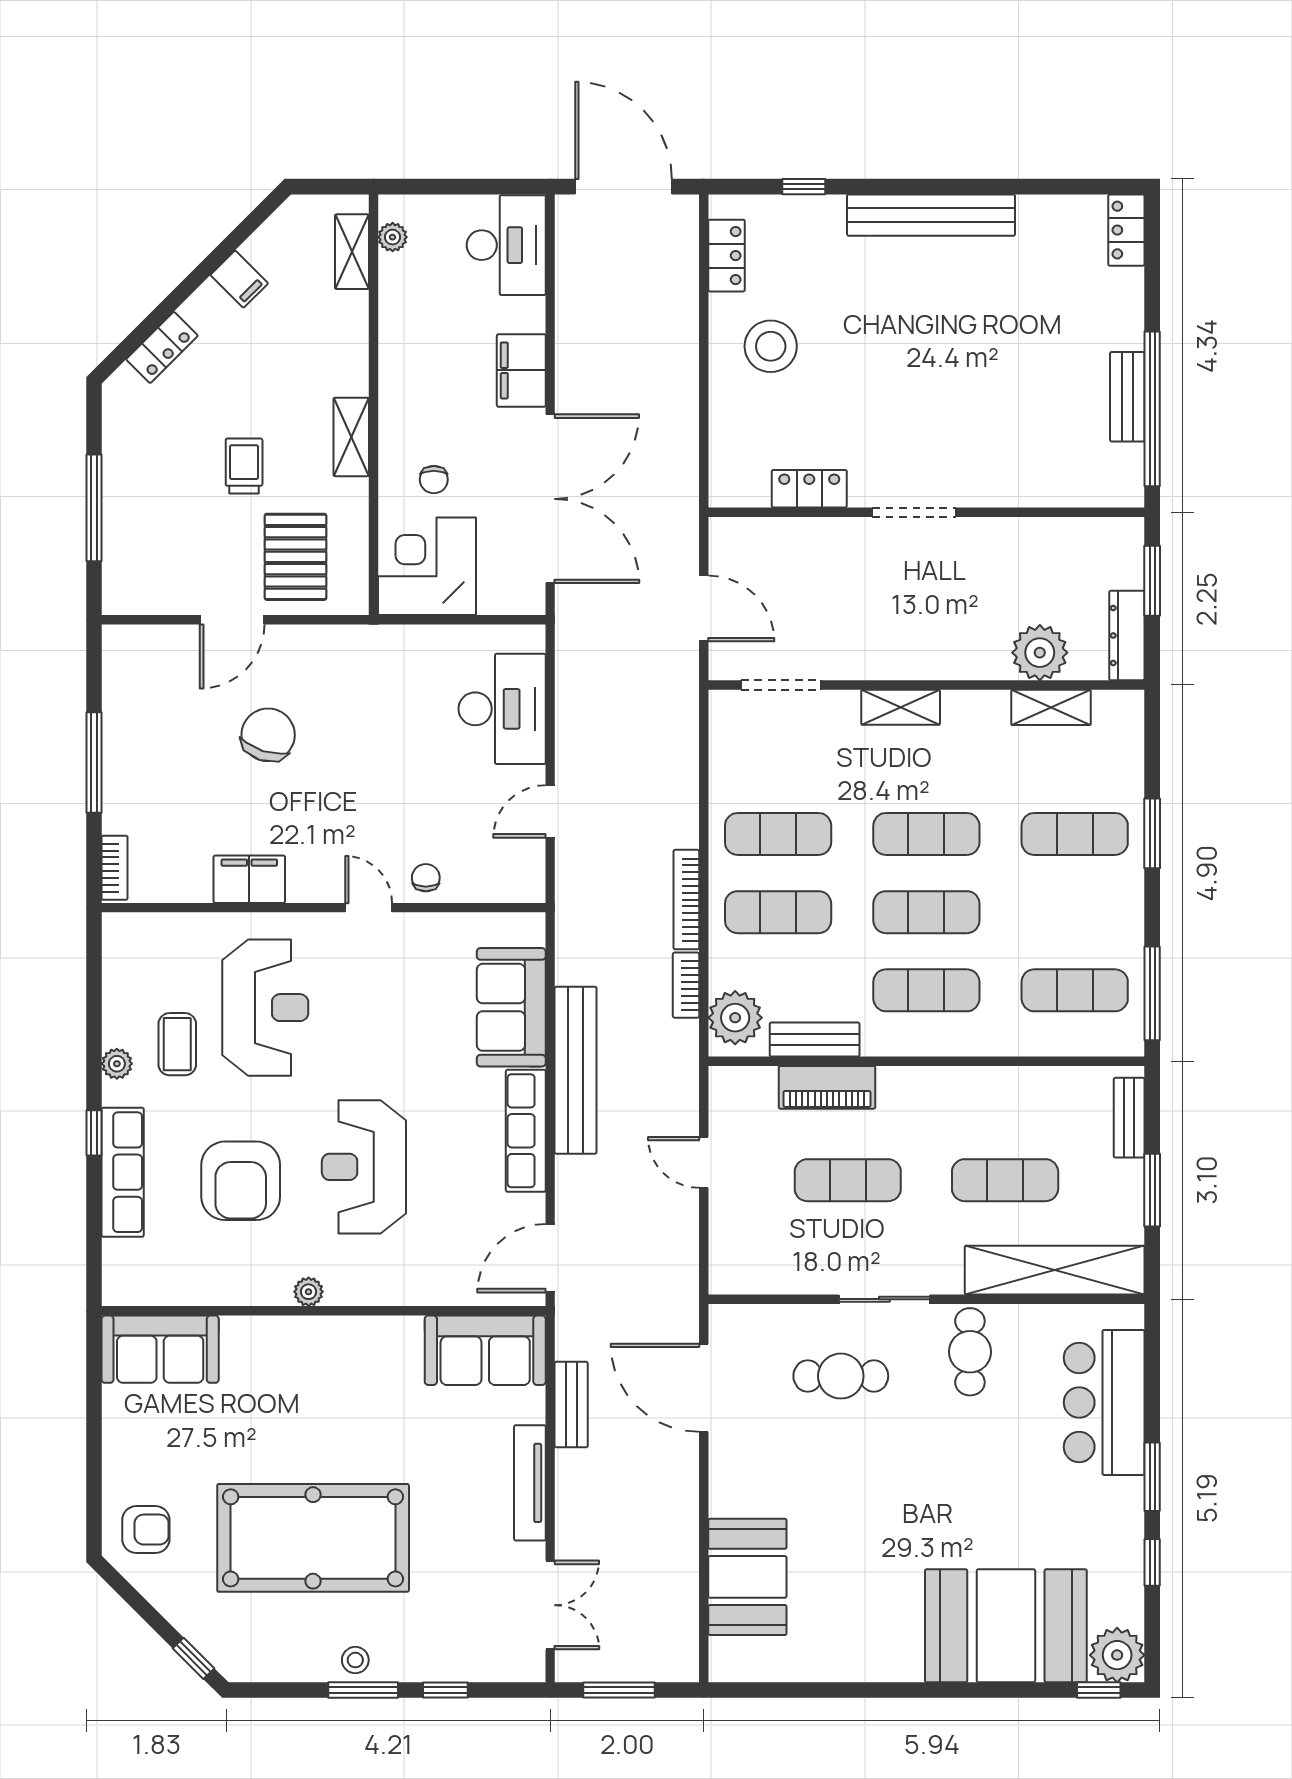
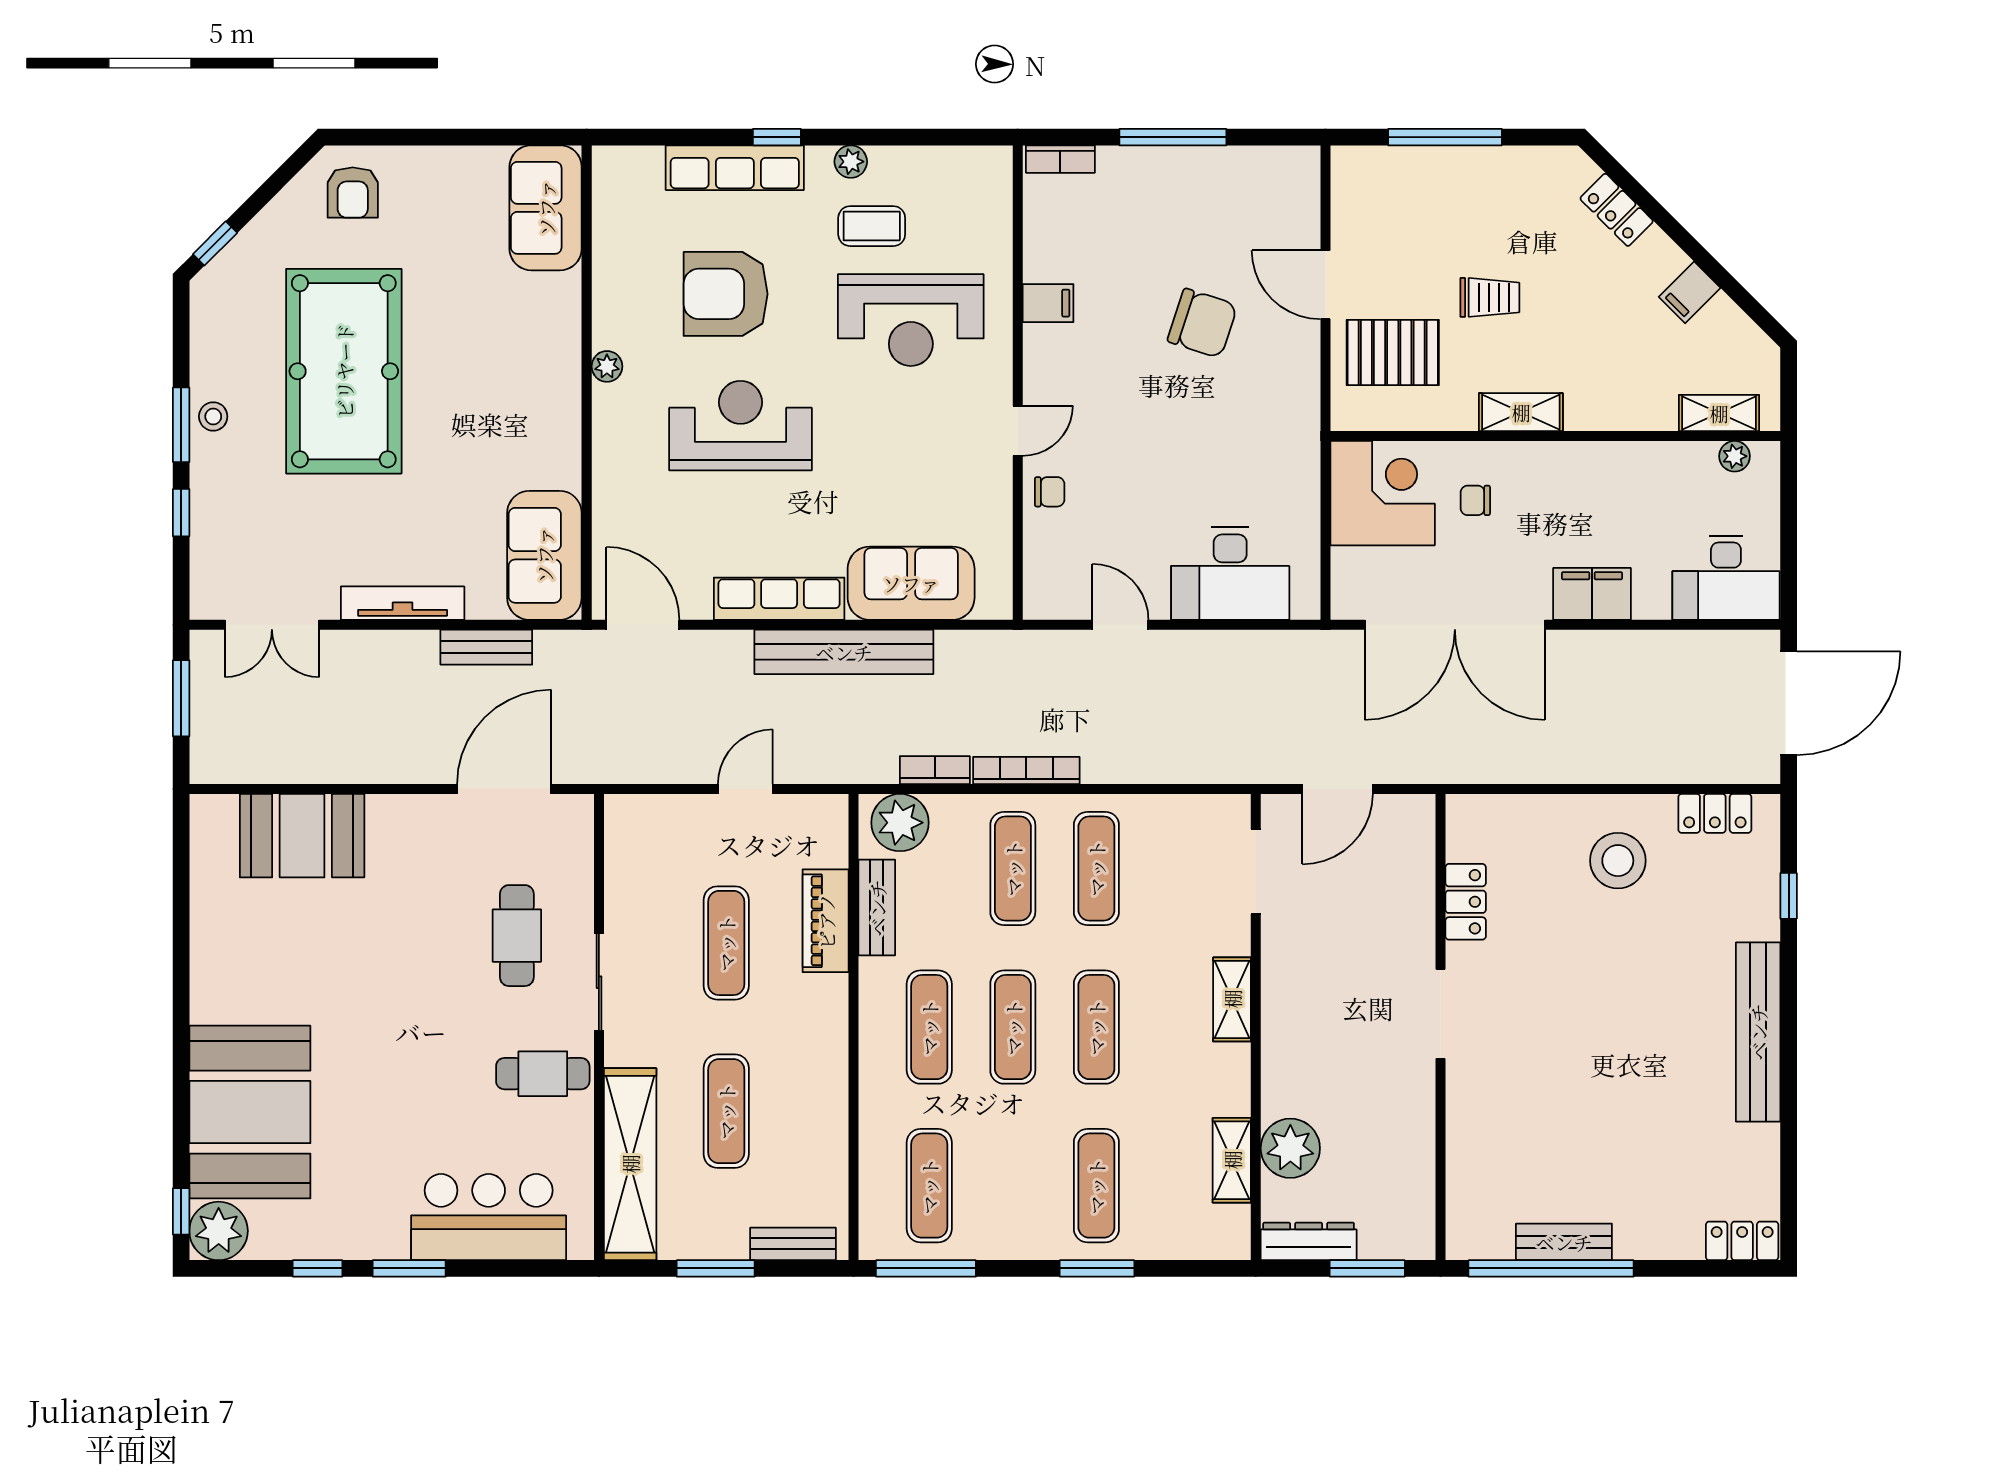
filing cabinet: (249, 879) -> (1048, 303), width x0.50

